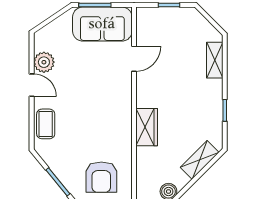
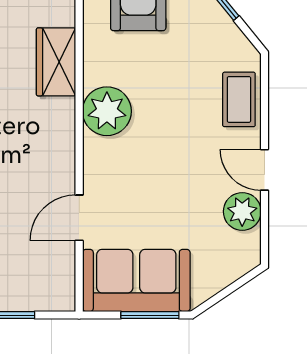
plant: (119, 117) -> (107, 111), added
wardrobe: (147, 127) -> (56, 62), moved

